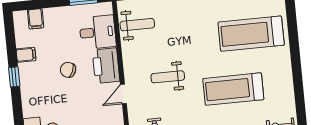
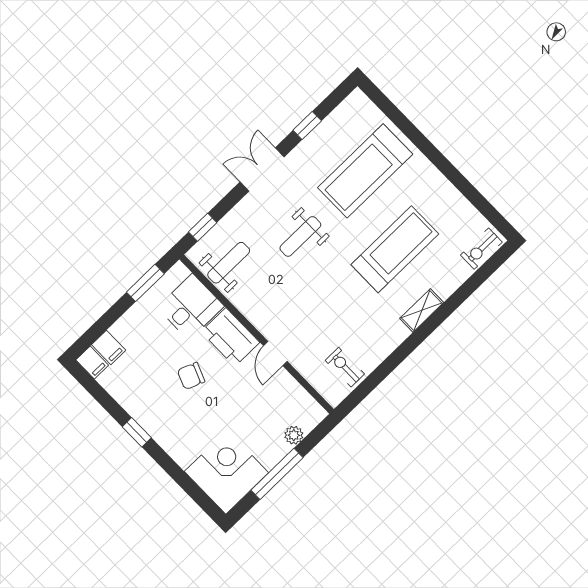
filing cabinet: (26, 55) -> (92, 363), moved, turned 90
weight bench: (168, 77) -> (300, 236), moved
treadmill: (233, 89) -> (395, 249), turned 180

